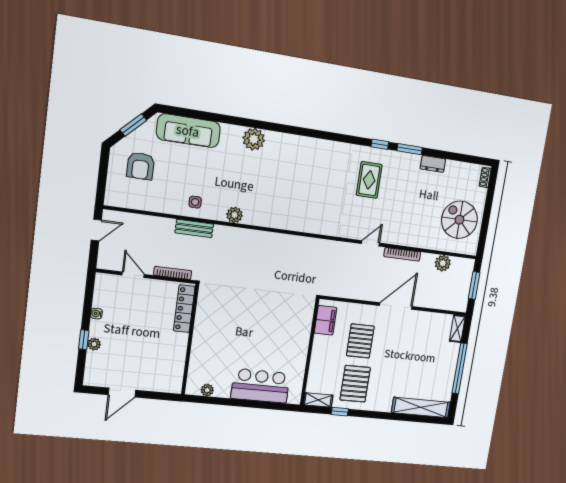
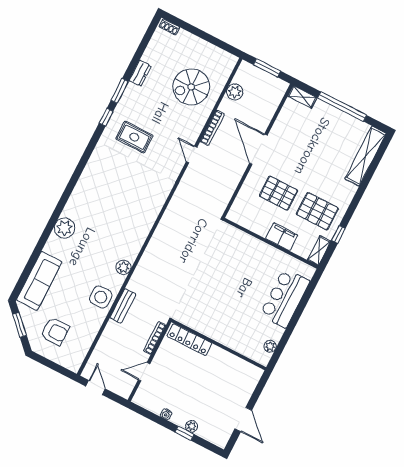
side table: (195, 202) -> (101, 297), width x1.87, depth x1.87
spiral stairs: (459, 220) -> (191, 87), moved
filing cabinet: (325, 320) -> (282, 237), moved

